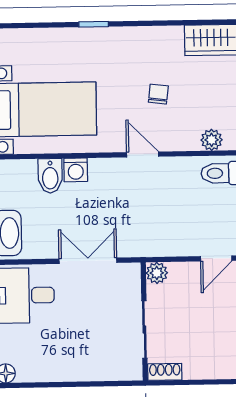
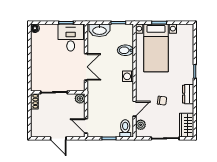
dresser: (143, 38) -> (188, 94), added
door: (143, 154) -> (134, 109), moved
washing machine: (76, 170) -> (128, 76), moved

